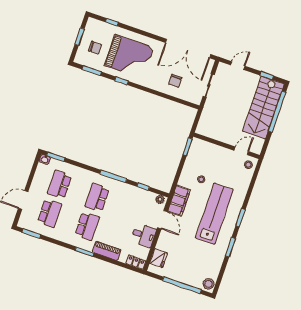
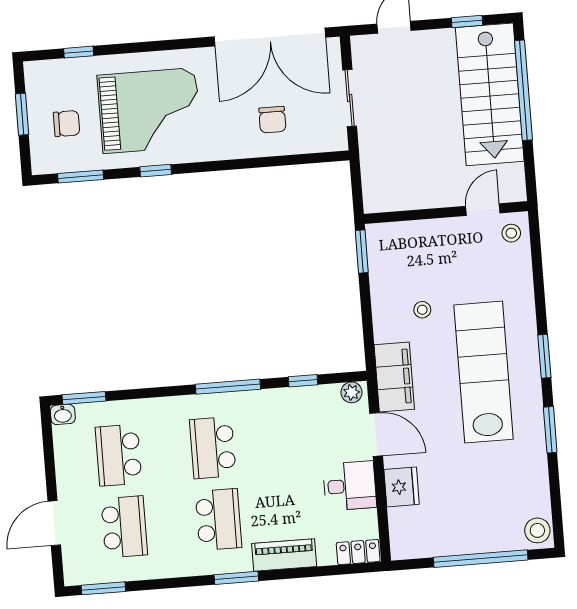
fridge: (159, 258) -> (402, 487), moved

